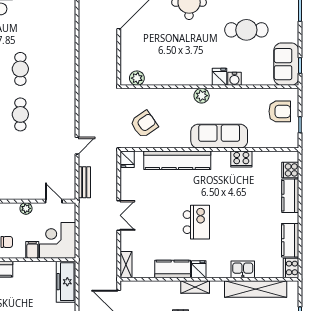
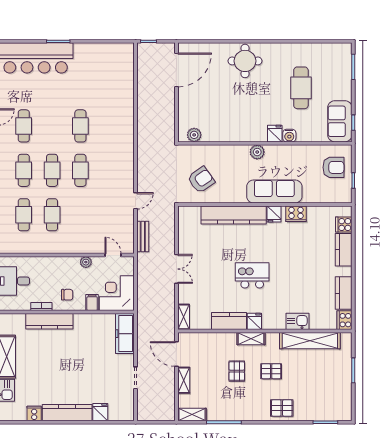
cafe table: (246, 30) -> (301, 88), turned 90
fridge: (127, 159) -> (274, 214), moved
kitchen island: (196, 222) -> (252, 275), turned -90

